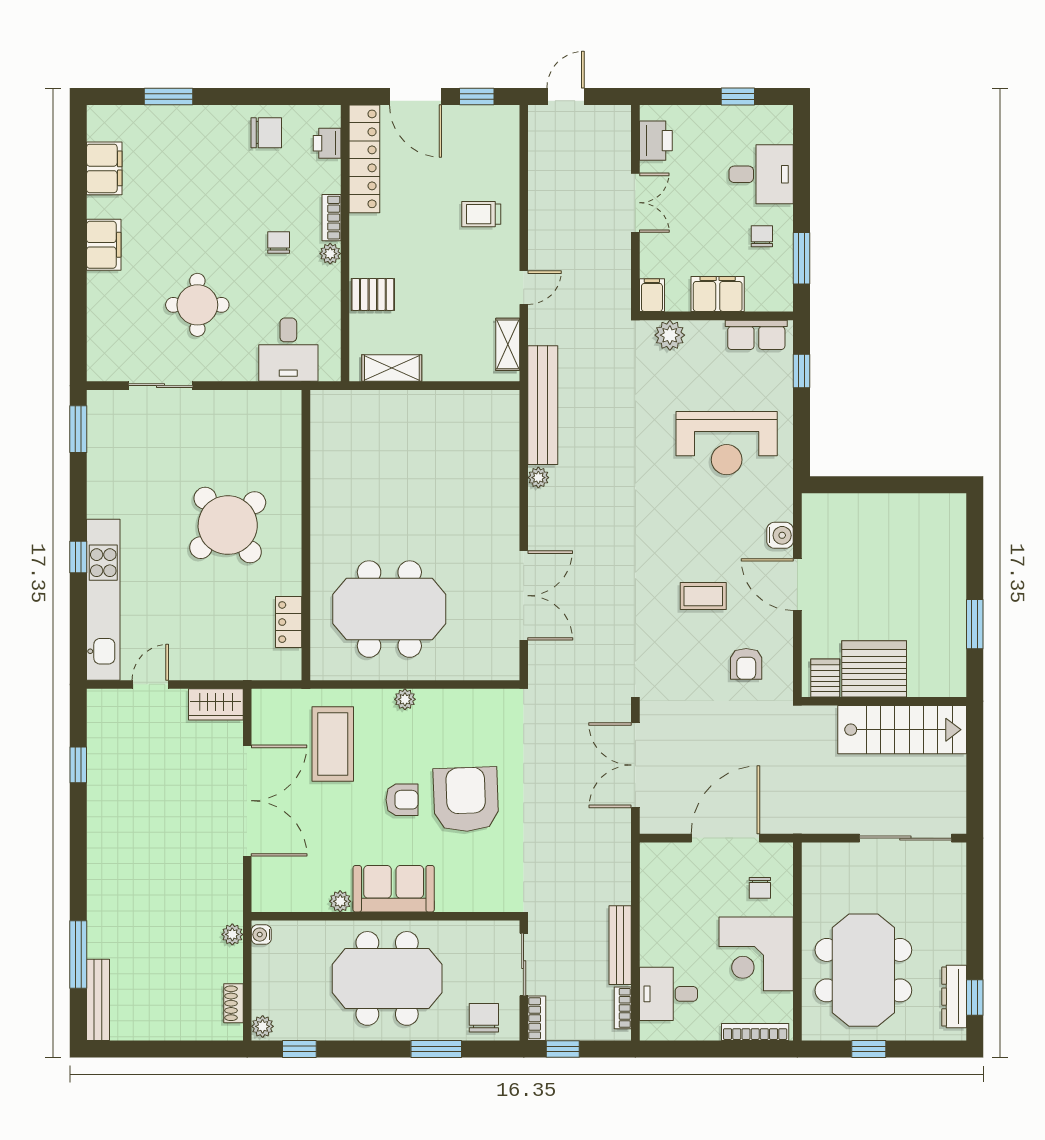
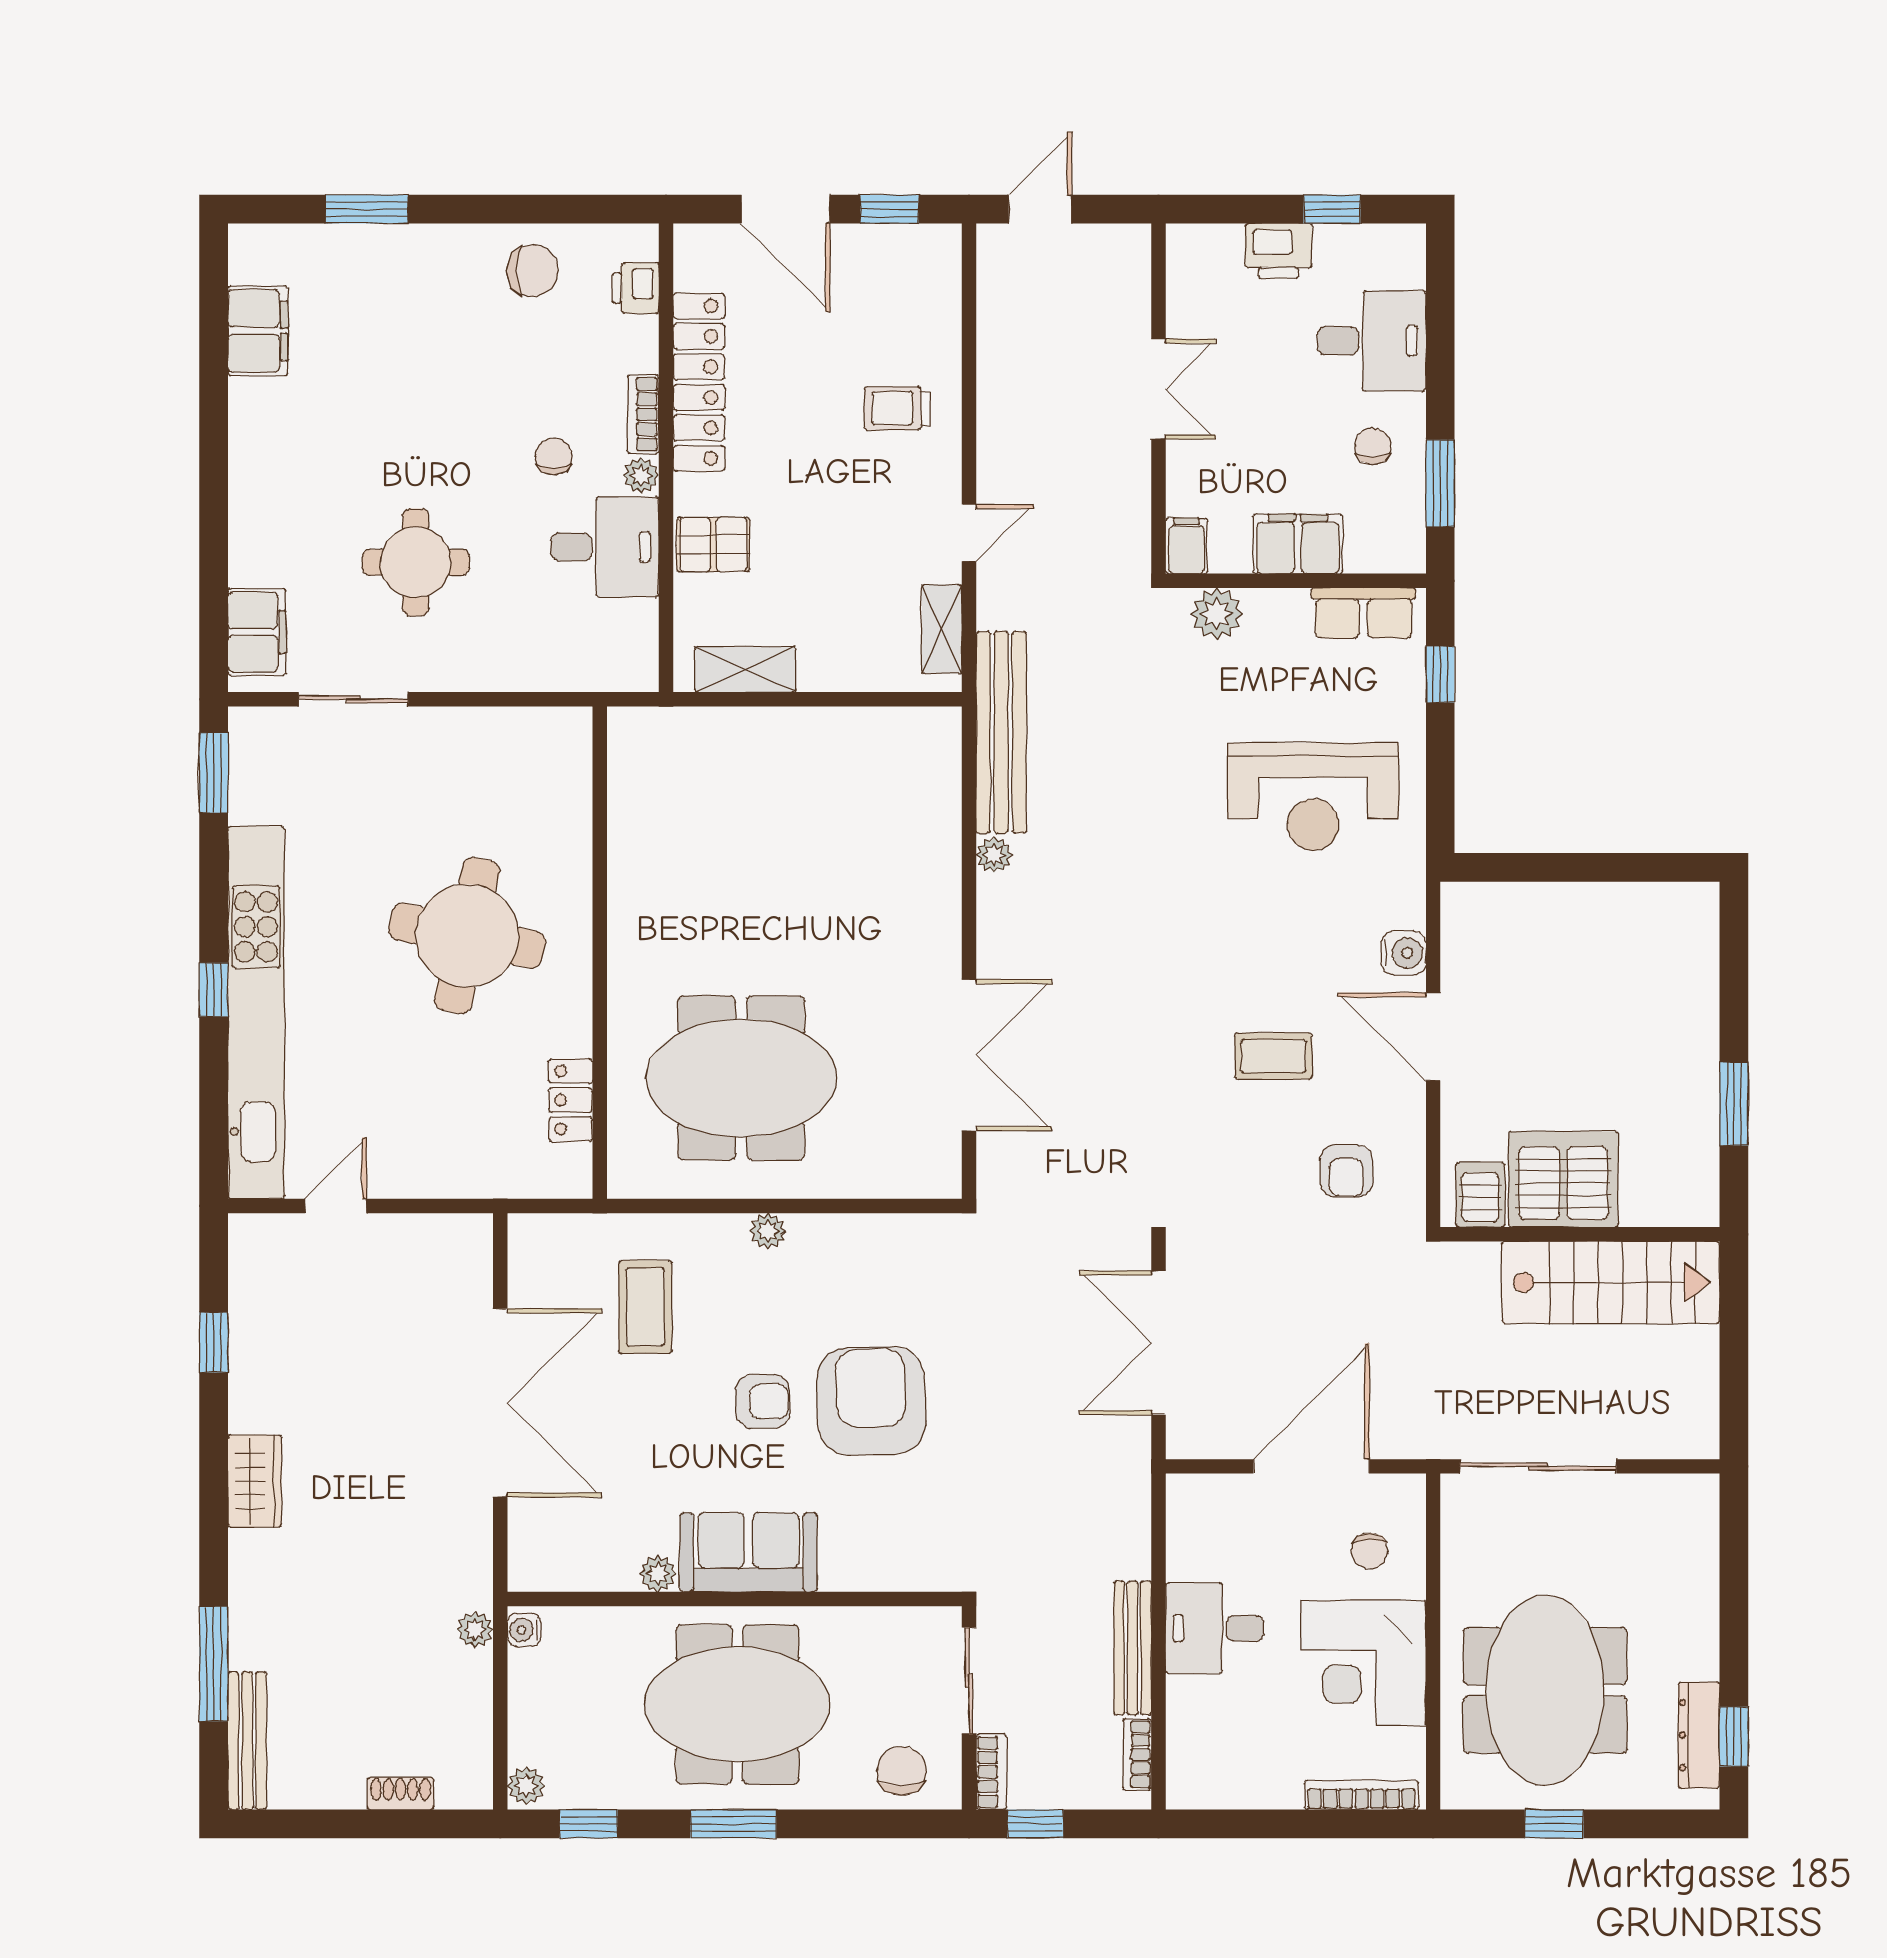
printer: (656, 141) -> (1278, 251), moved, turned 90
locker: (364, 159) -> (699, 382), moved
filing cabinet: (104, 245) -> (257, 632), moved
desk: (288, 350) -> (605, 547), moved, turned -90
round table: (228, 525) -> (467, 936), turned -38
kitchen unit: (103, 600) -> (256, 1013), width x1.36
wardrobe: (216, 704) -> (255, 1481), moved, turned -90
coffee table: (333, 744) -> (645, 1307), width x0.73, depth x0.76
sliding door: (905, 838) -> (1538, 1466), moved
desk: (668, 994) -> (1215, 1628), moved
shoe rack: (233, 1003) -> (401, 1794), moved, turned 90
window: (436, 1049) -> (733, 1824), moved

